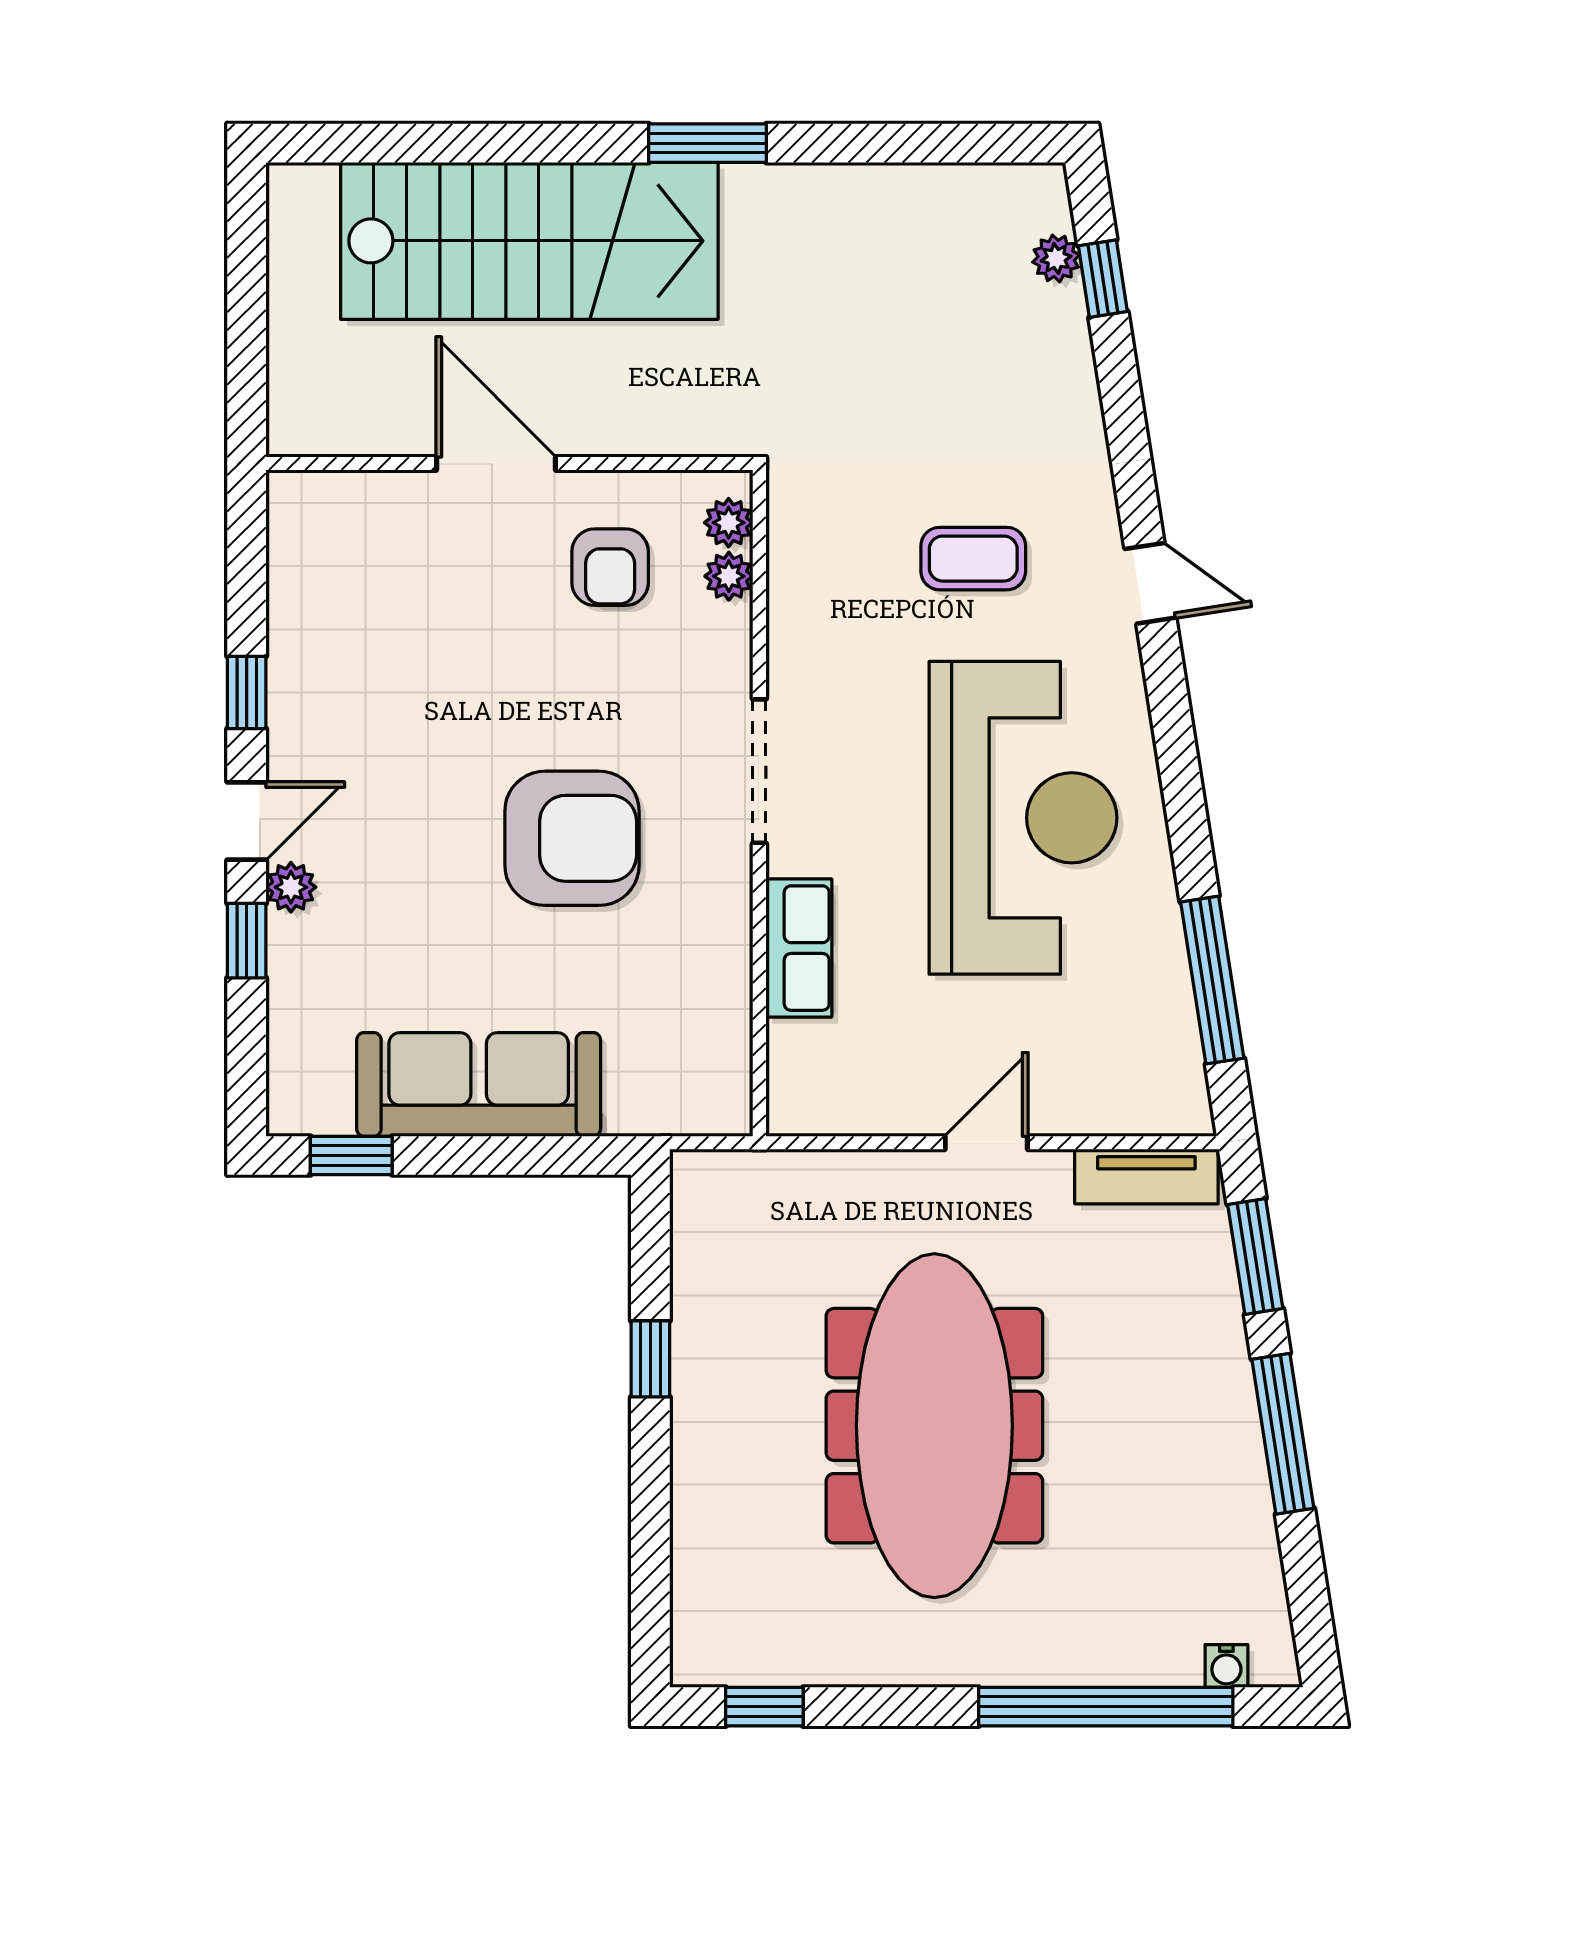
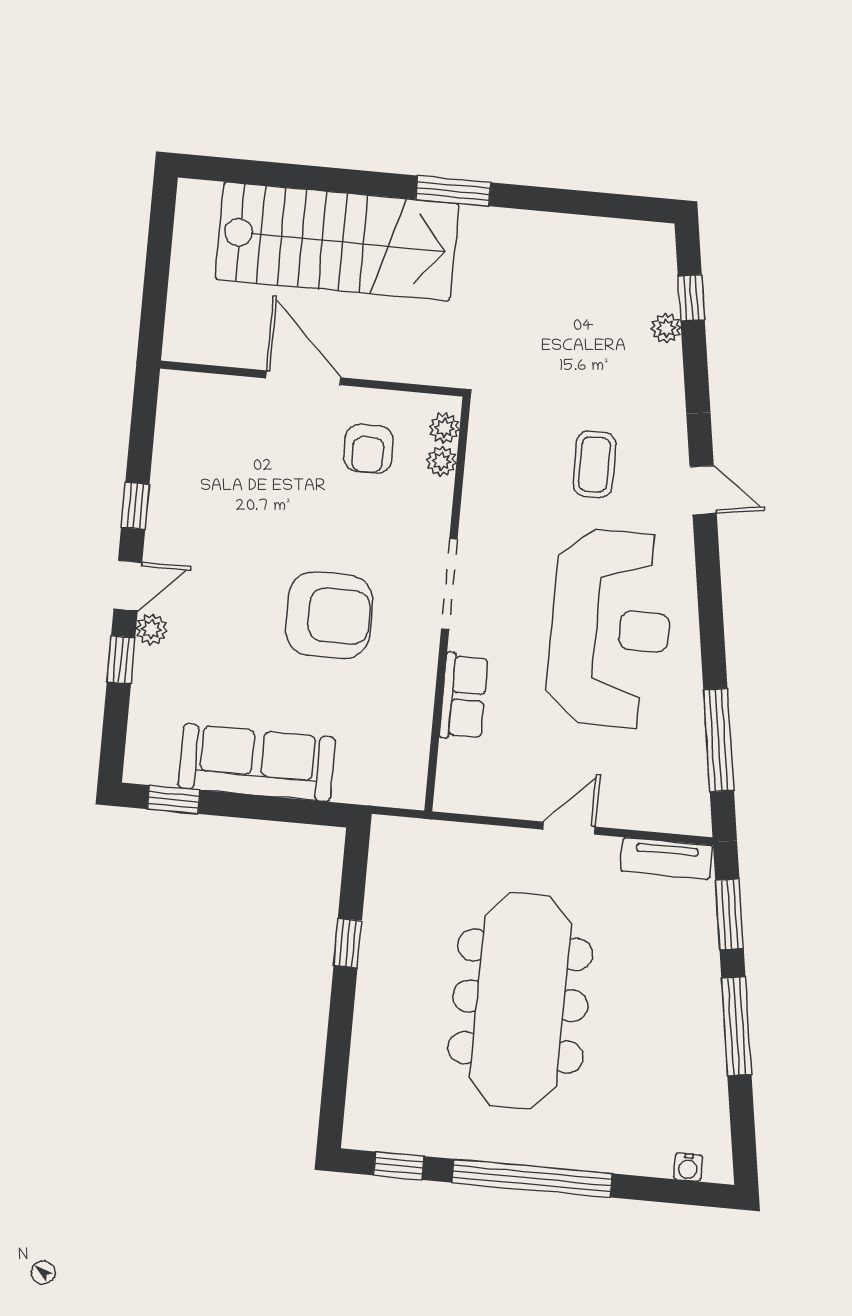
plant: (1056, 258) -> (666, 328), moved
coffee table: (973, 559) -> (594, 464), turned 90
window: (1106, 1707) -> (532, 1178), moved

